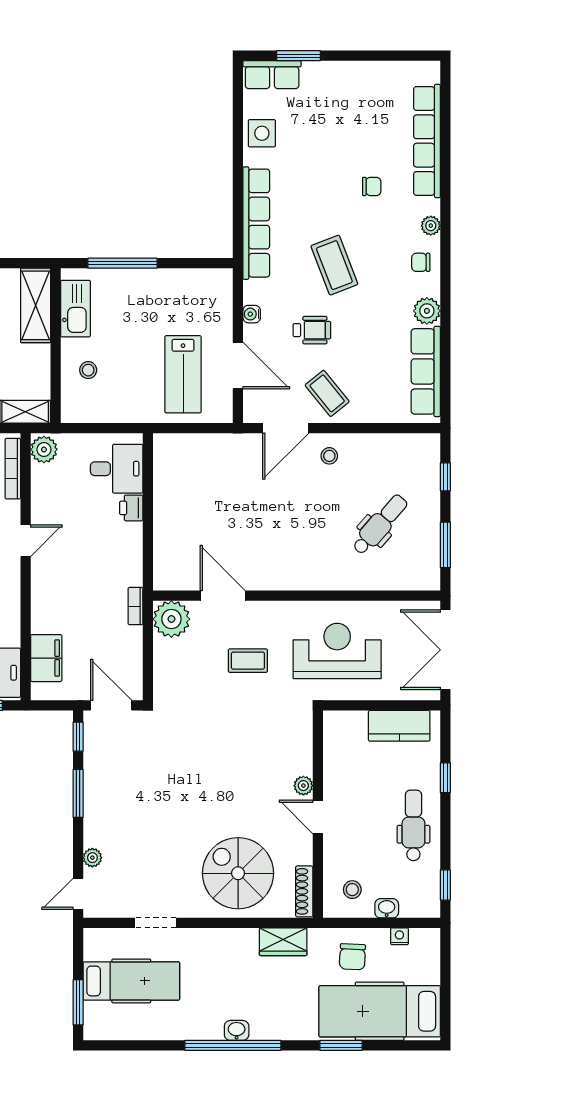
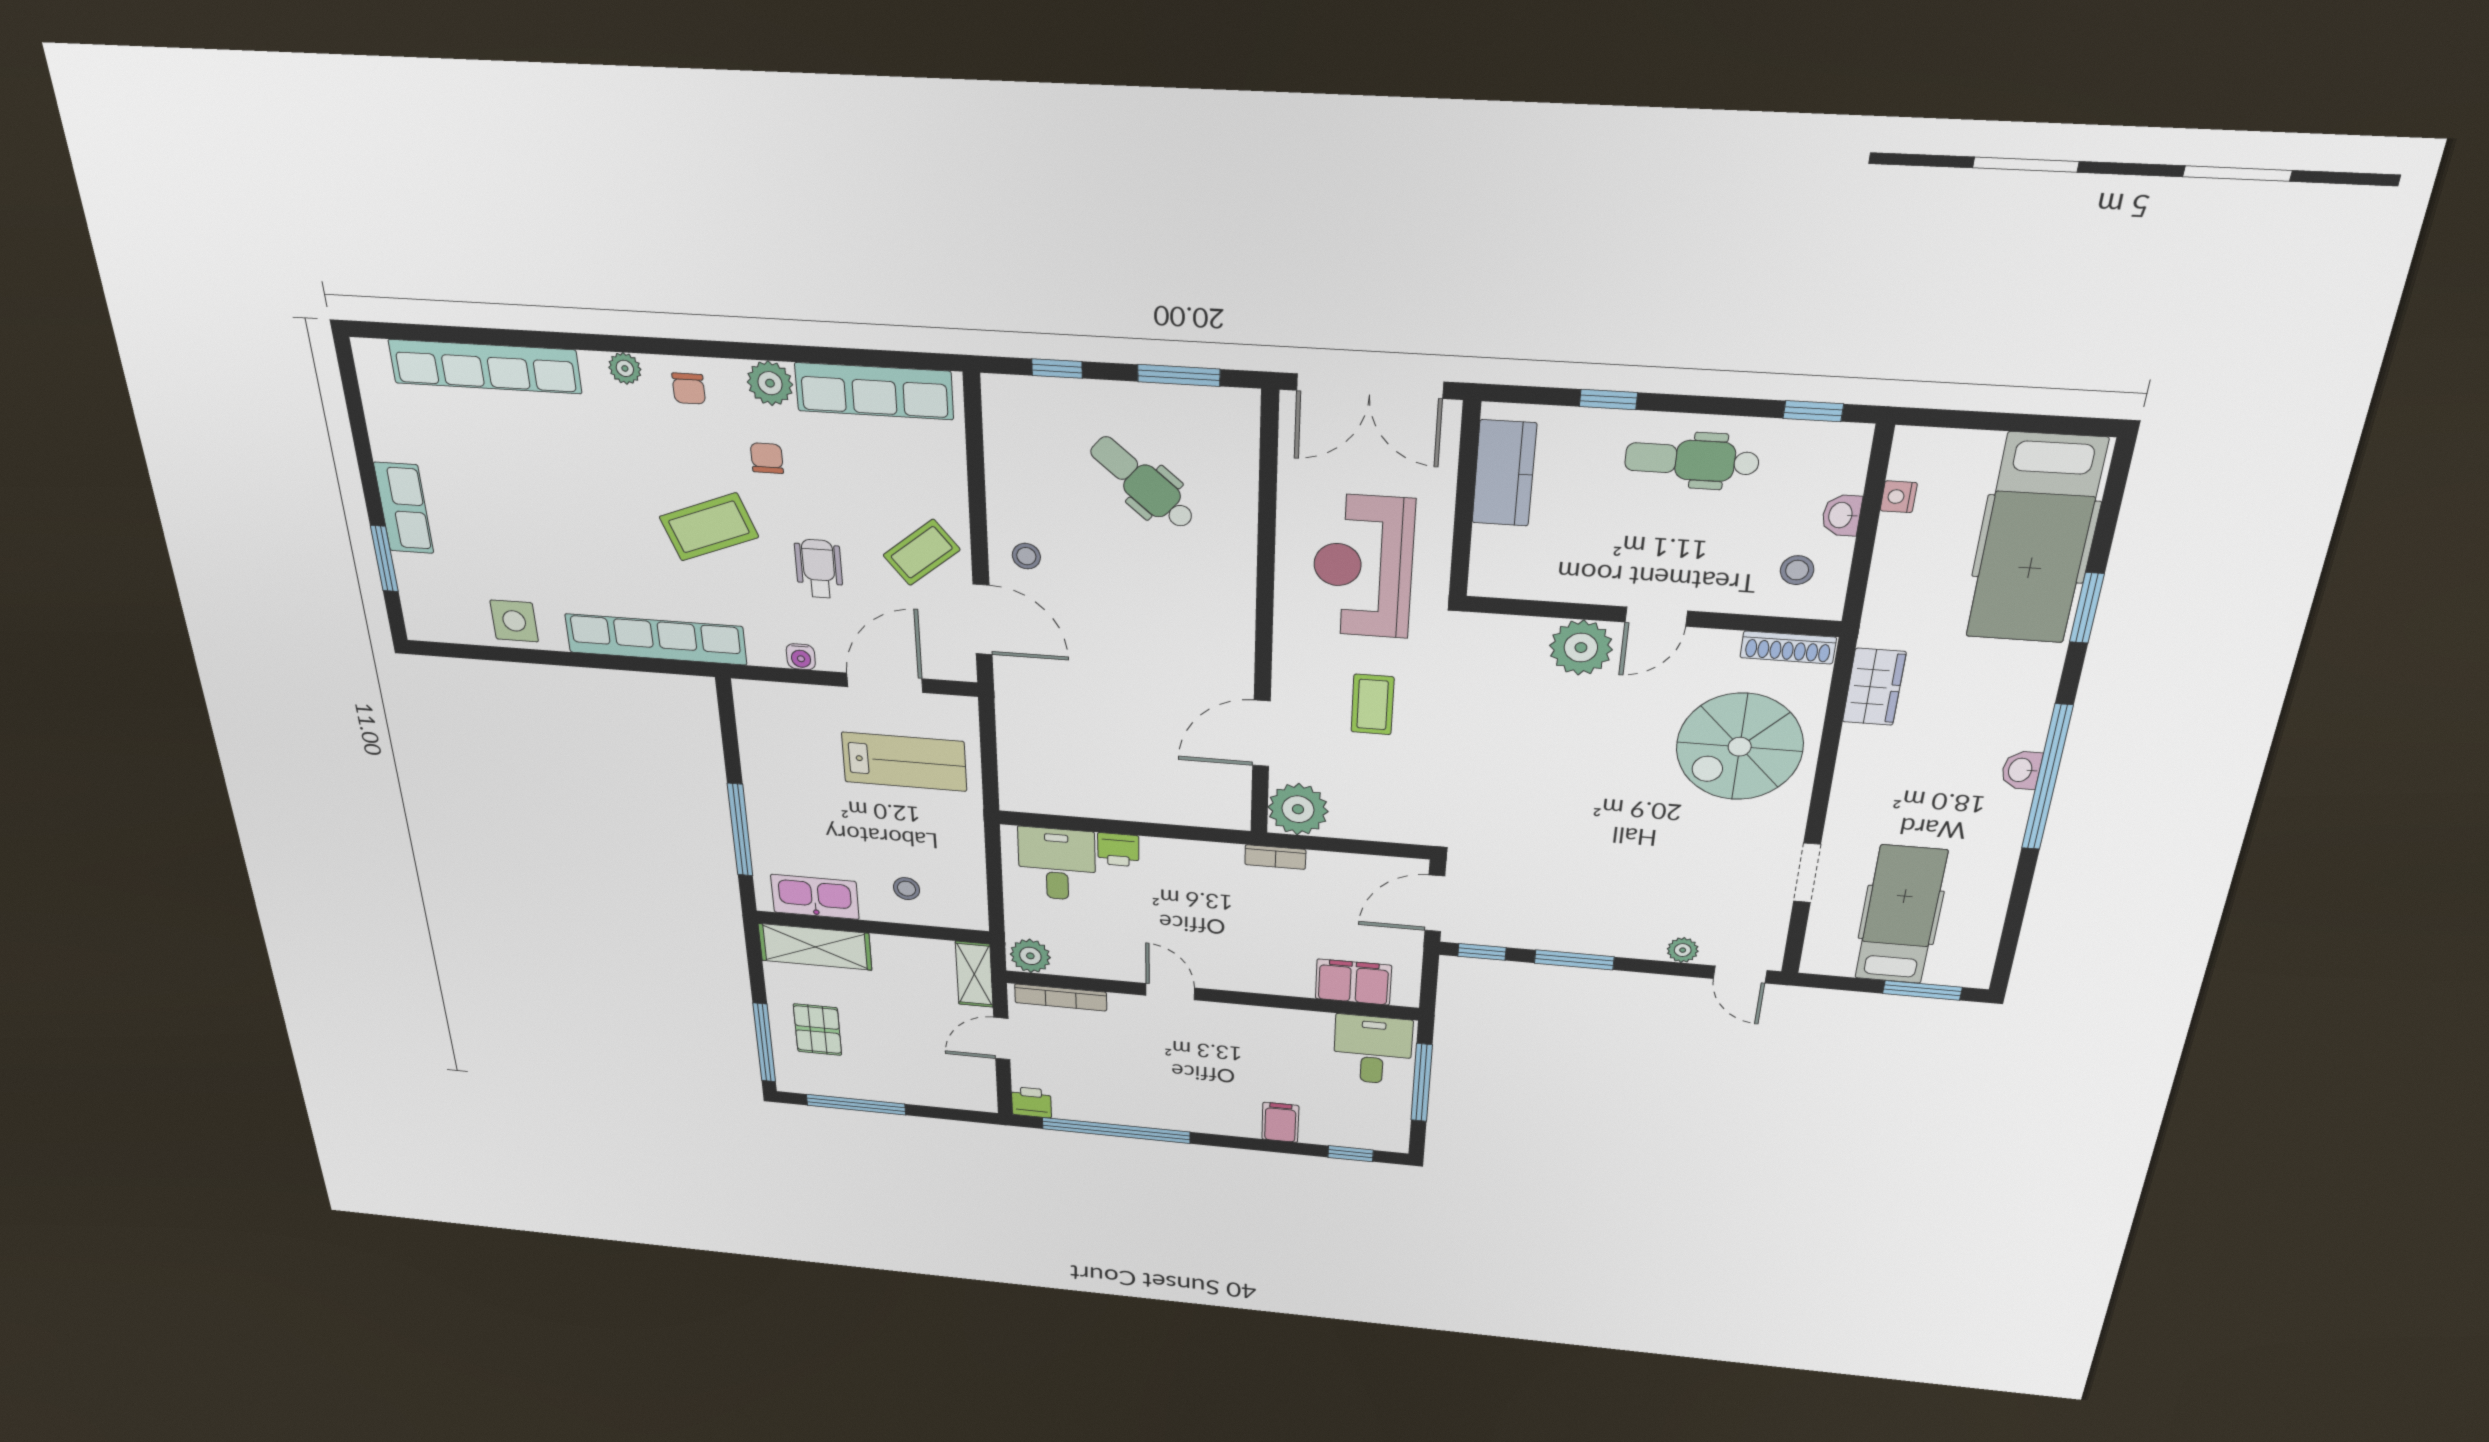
row of seats: (272, 75) -> (404, 508), moved
chair: (372, 186) -> (767, 458), moved
plant: (303, 786) -> (1581, 648), width x1.87, depth x1.87
chair: (352, 957) -> (1923, 578), removed

